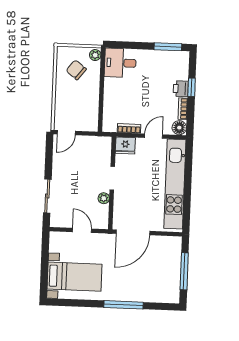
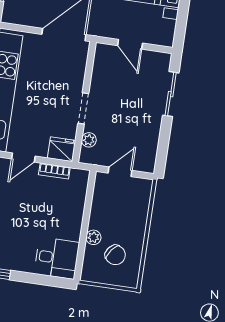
plant: (95, 55) -> (93, 237), moved
door: (66, 133) -> (120, 172), moved
plant: (104, 198) -> (89, 140), moved

